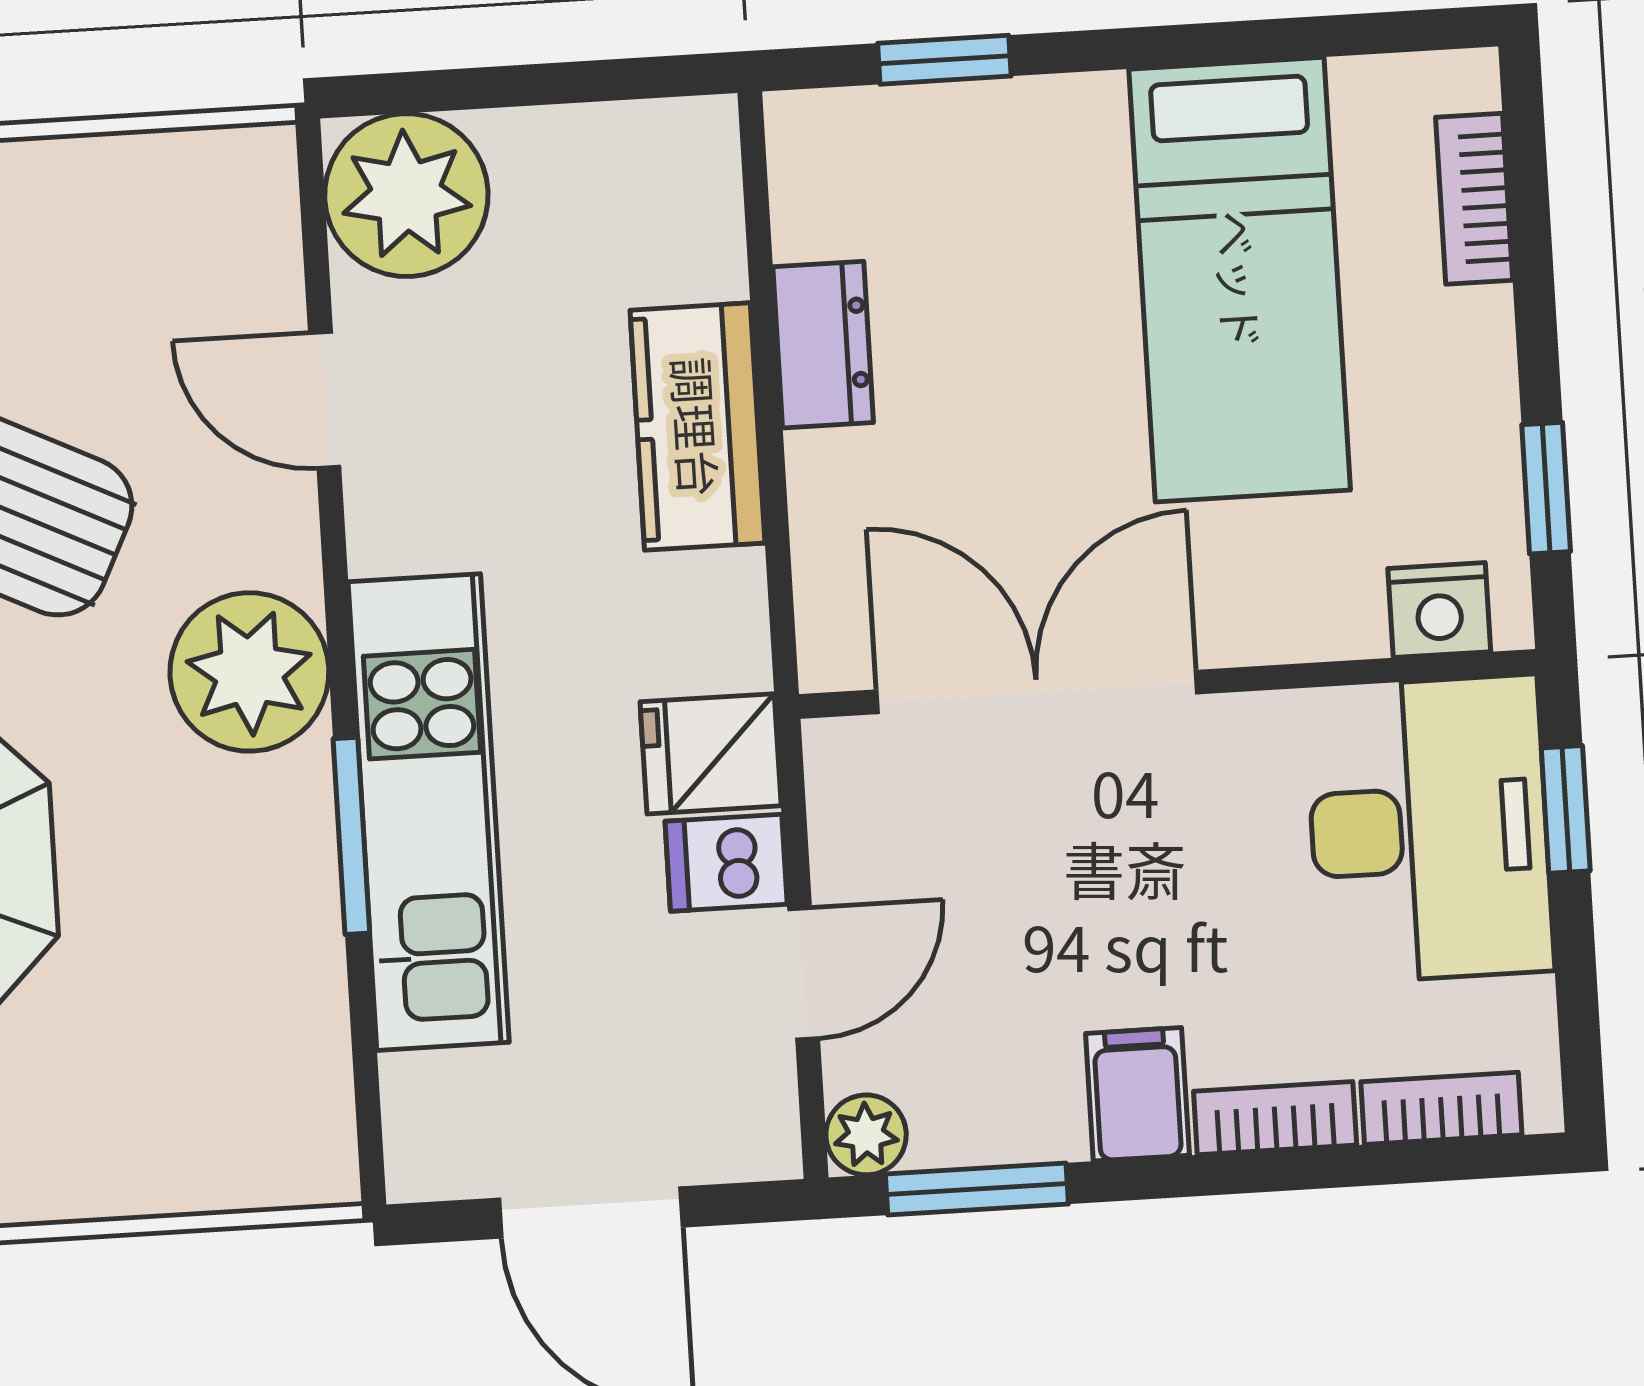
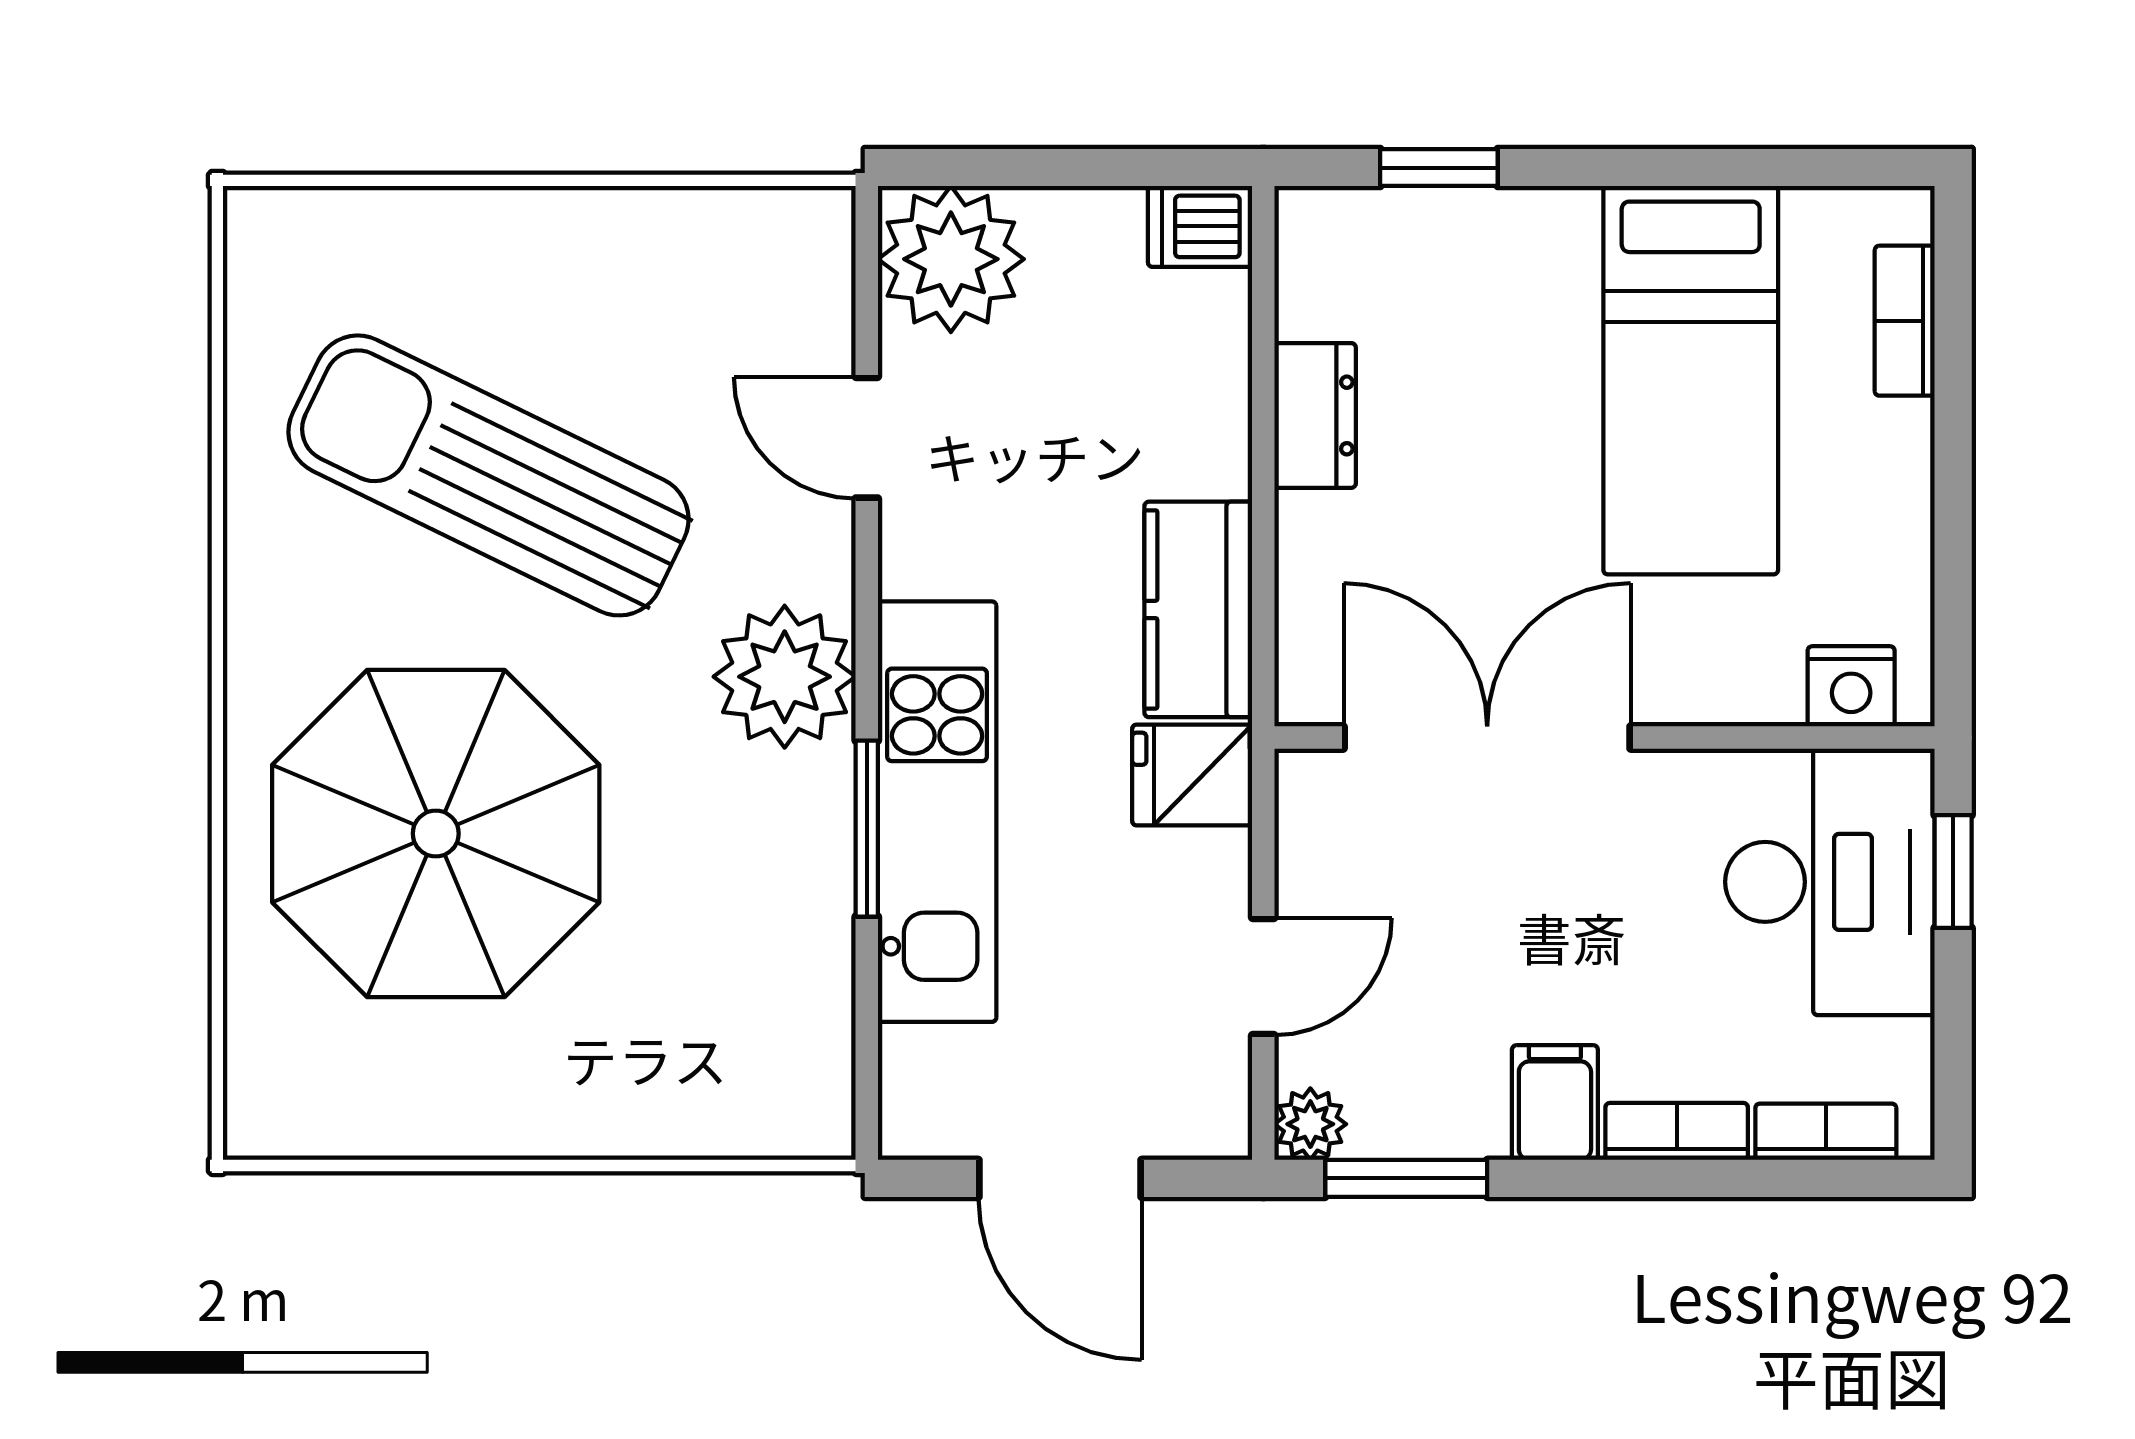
kitchen counter: (697, 427) -> (1198, 609), moved
window: (1546, 488) -> (1953, 583), removed
dishwasher: (726, 863) -> (1200, 226), moved

